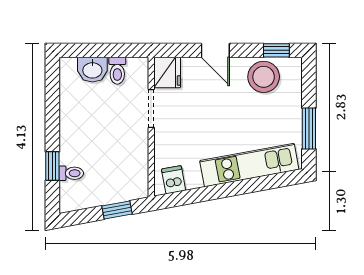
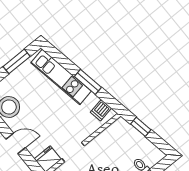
door: (215, 50) -> (16, 143), hinge flipped
window: (218, 191) -> (88, 82), added

